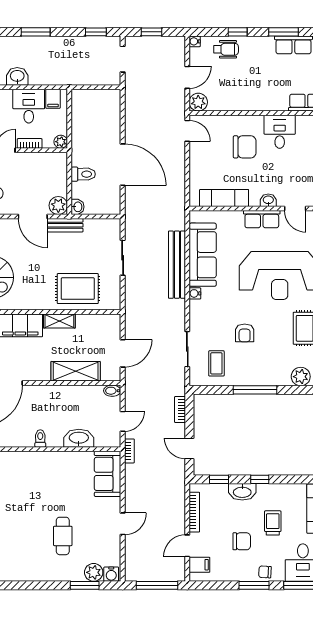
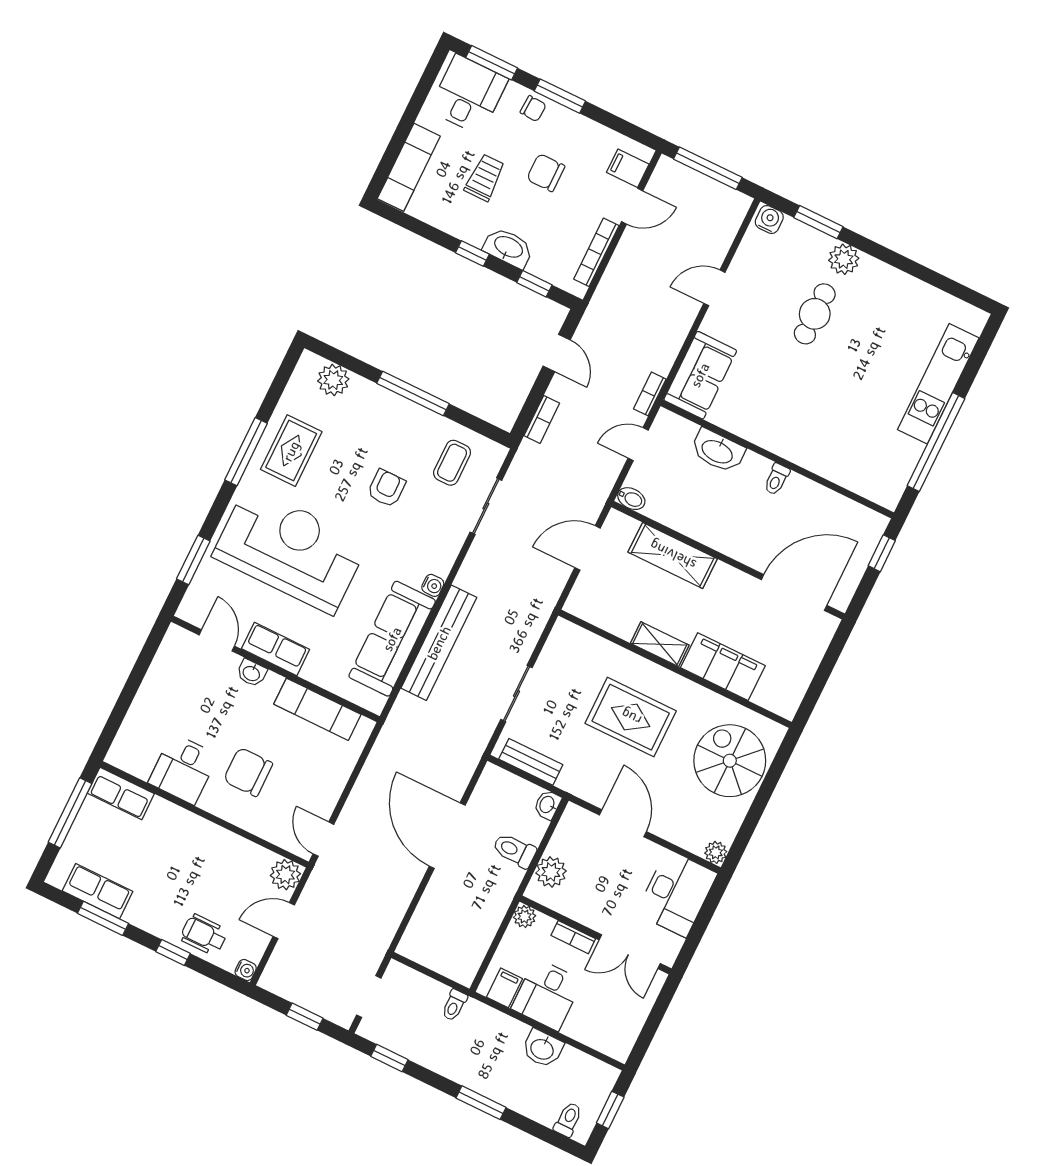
toilet: (75, 77) -> (454, 1005), added
plant: (58, 205) -> (551, 872), moved
bench: (65, 225) -> (531, 762), moved
rug: (78, 289) -> (631, 717), moved
trolley: (273, 523) -> (485, 178), turned 180
plant: (94, 572) -> (844, 259), moved

